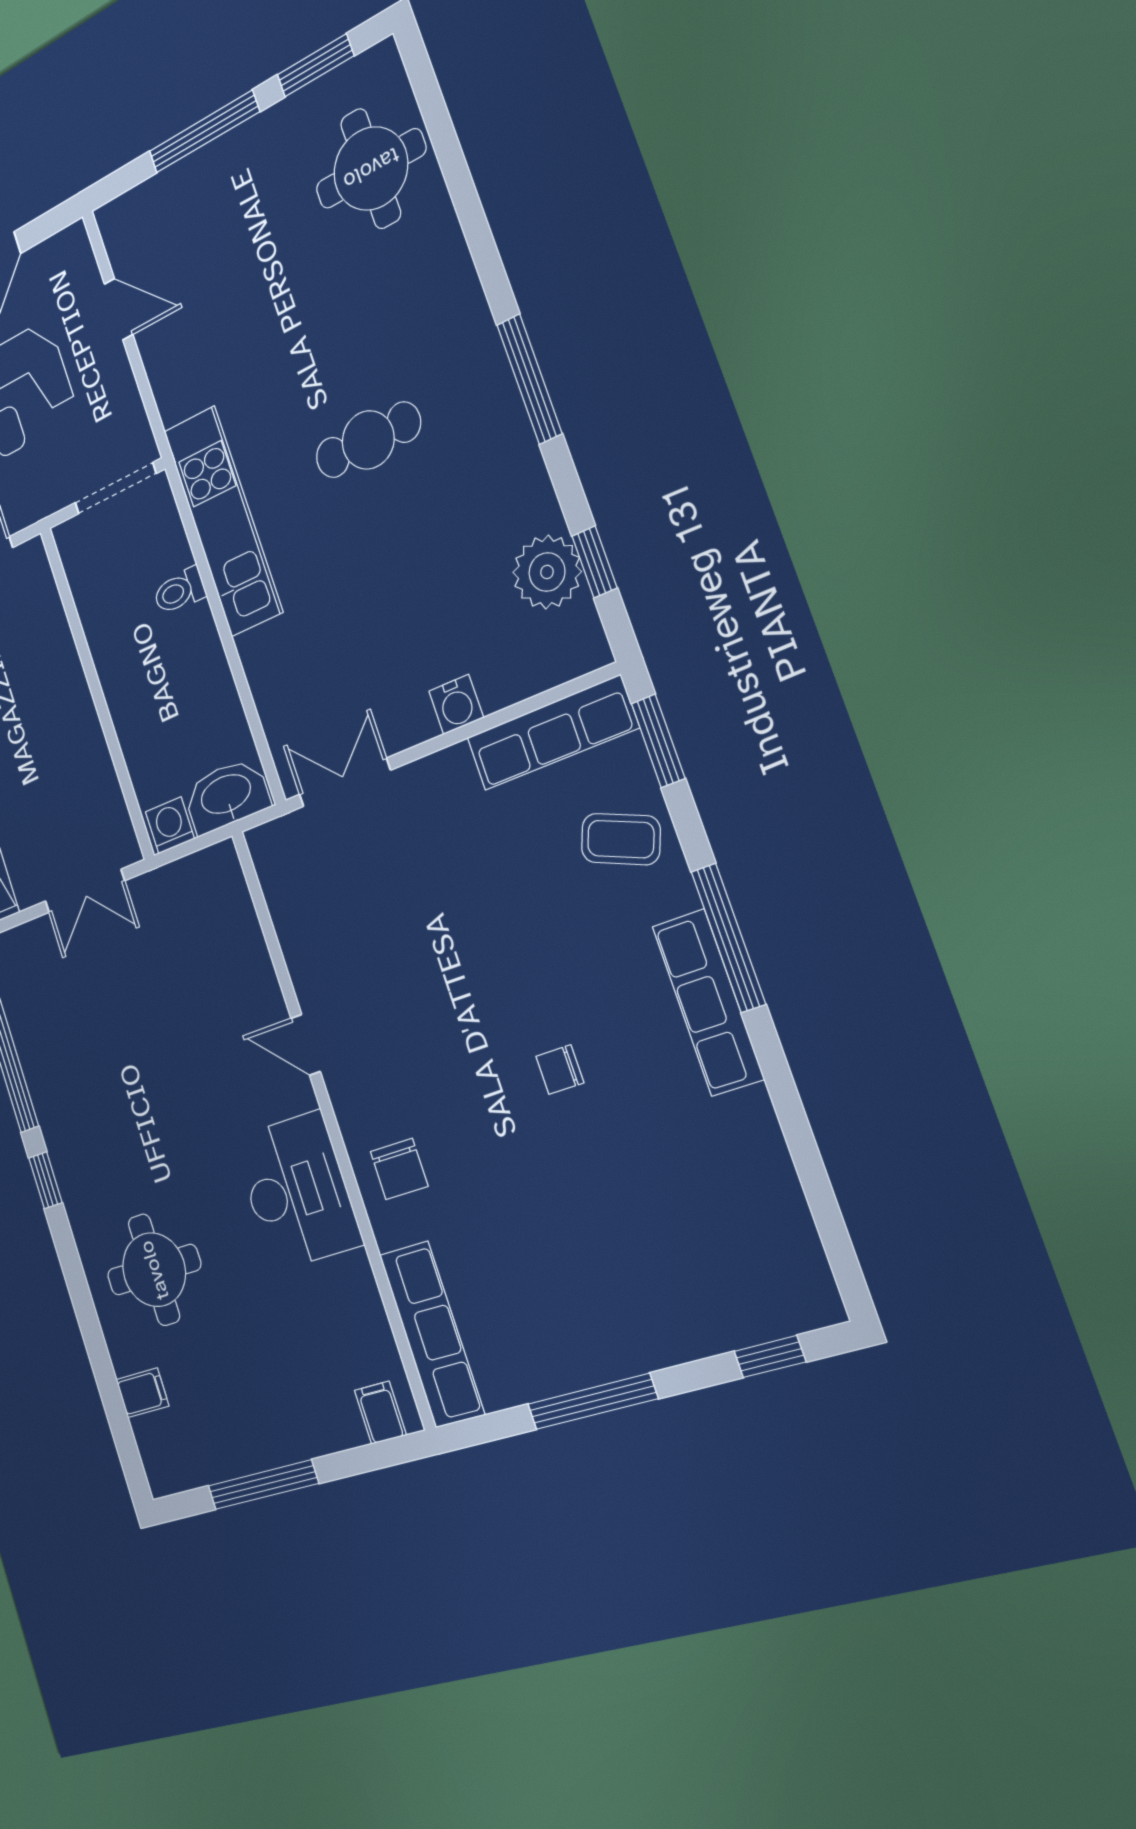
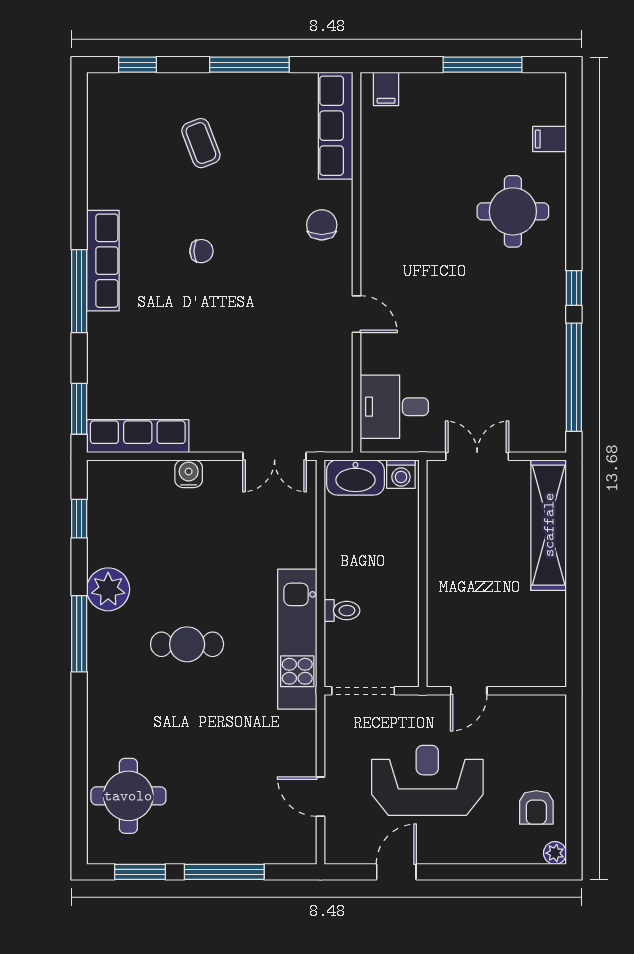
plant: (547, 572) -> (108, 589), moved
coffee table: (621, 839) -> (201, 143), moved, turned 47
desk: (297, 1191) -> (394, 407), moved, width x0.73

